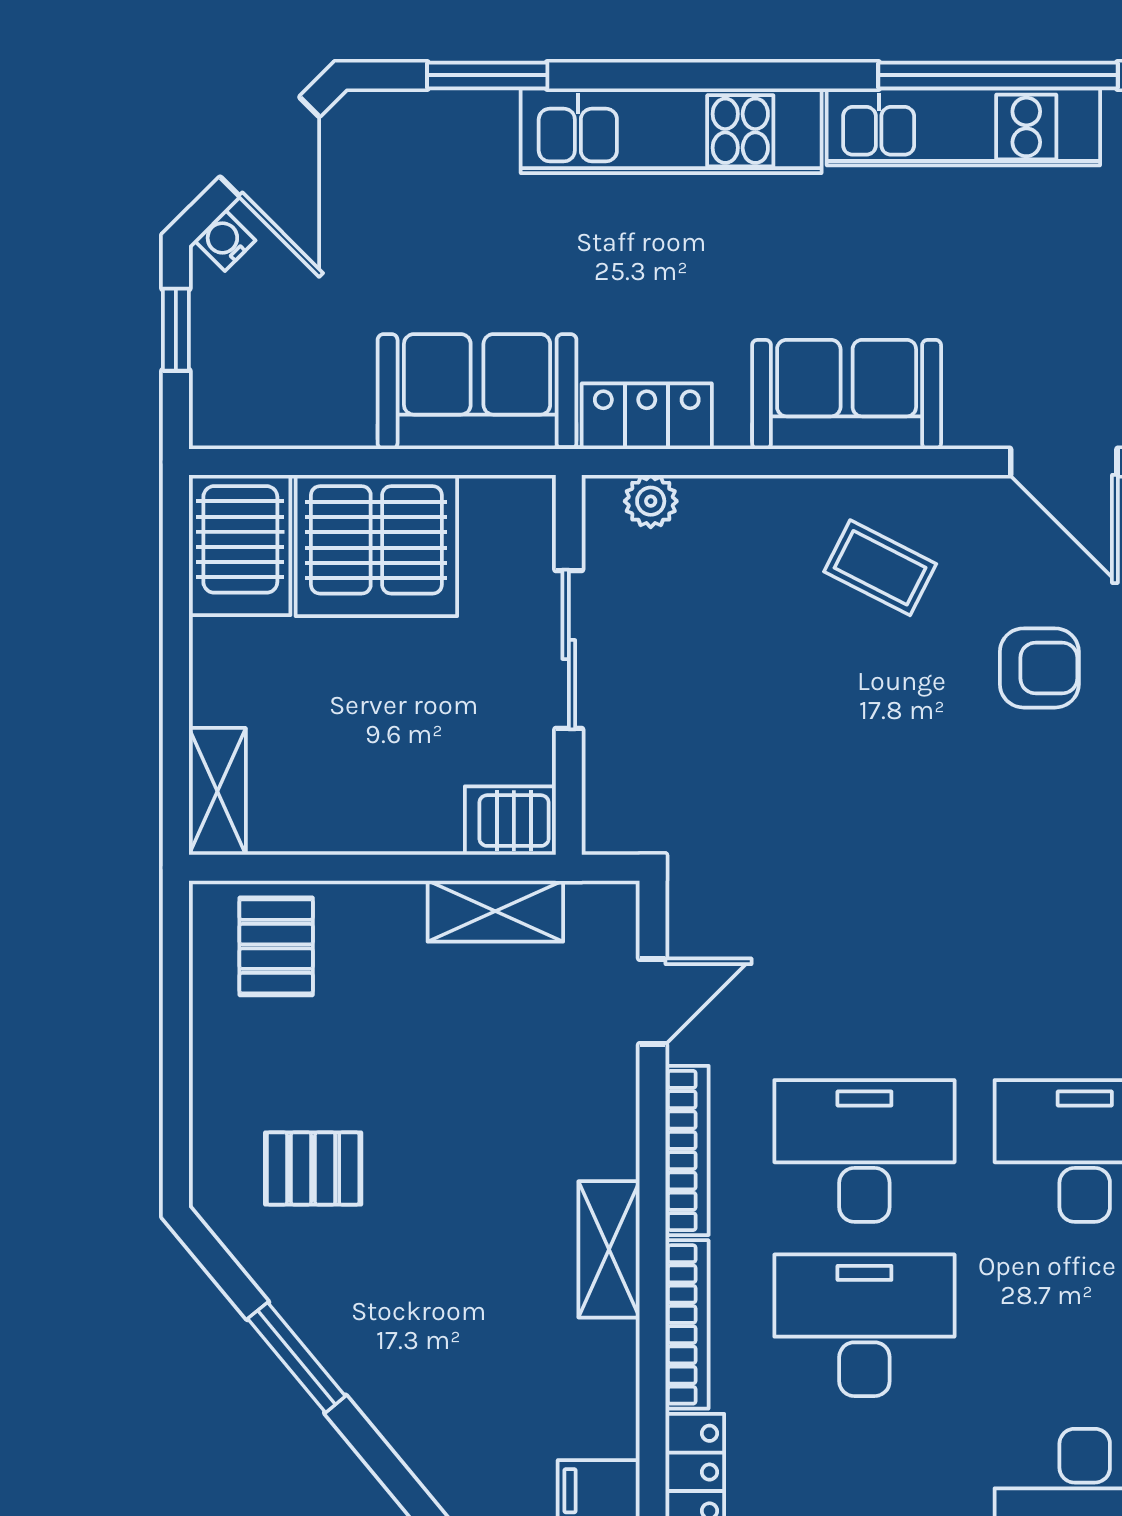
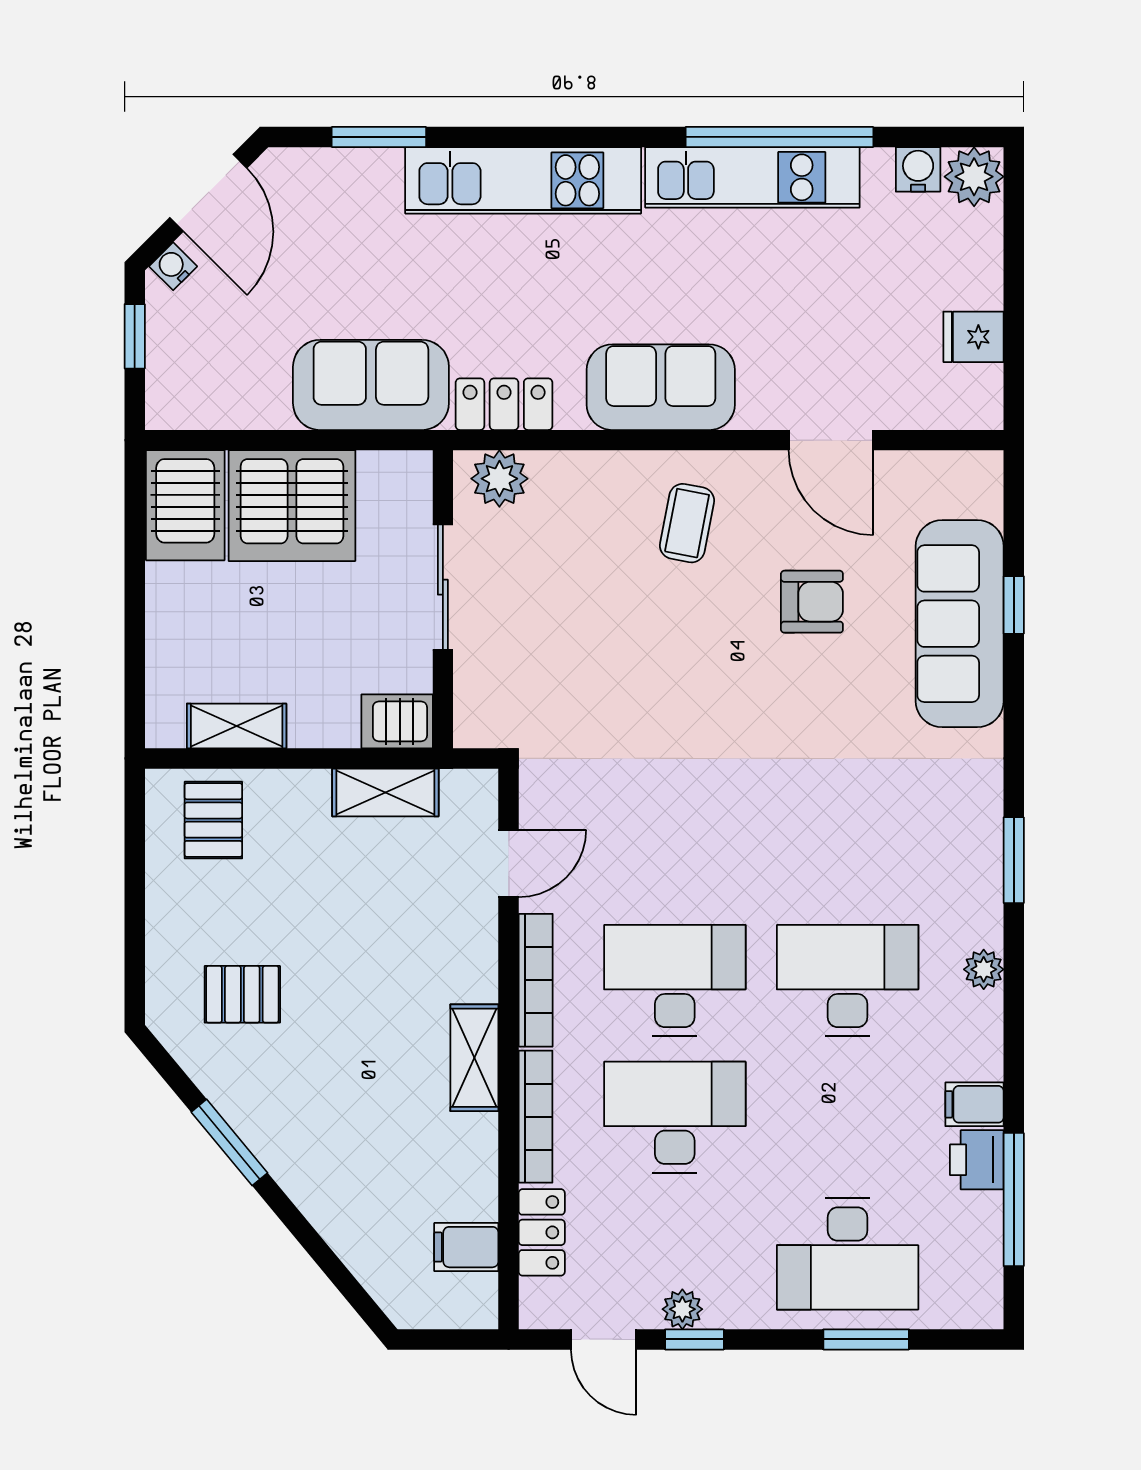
plant: (651, 501) -> (499, 479), width x1.38, depth x1.38
coffee table: (880, 568) -> (687, 523), turned 74
shelving: (217, 791) -> (237, 726), moved, turned 90

